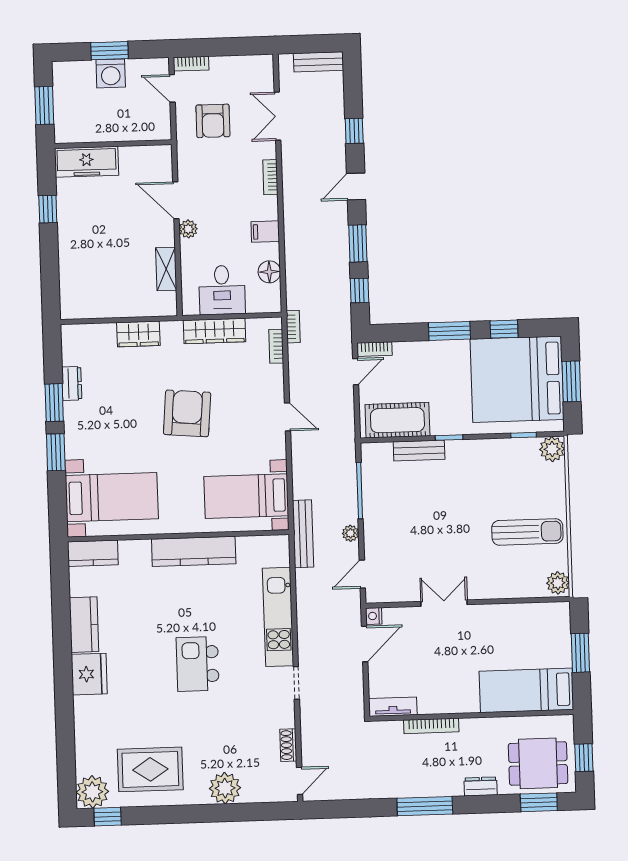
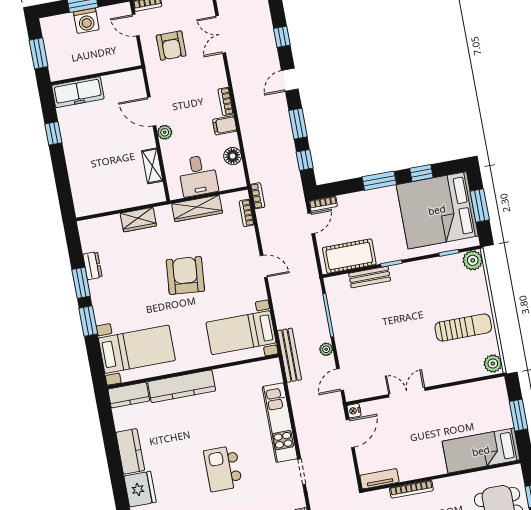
bookcase: (270, 177) -> (226, 101), moved
kitchen counter: (194, 551) -> (182, 386), moved

